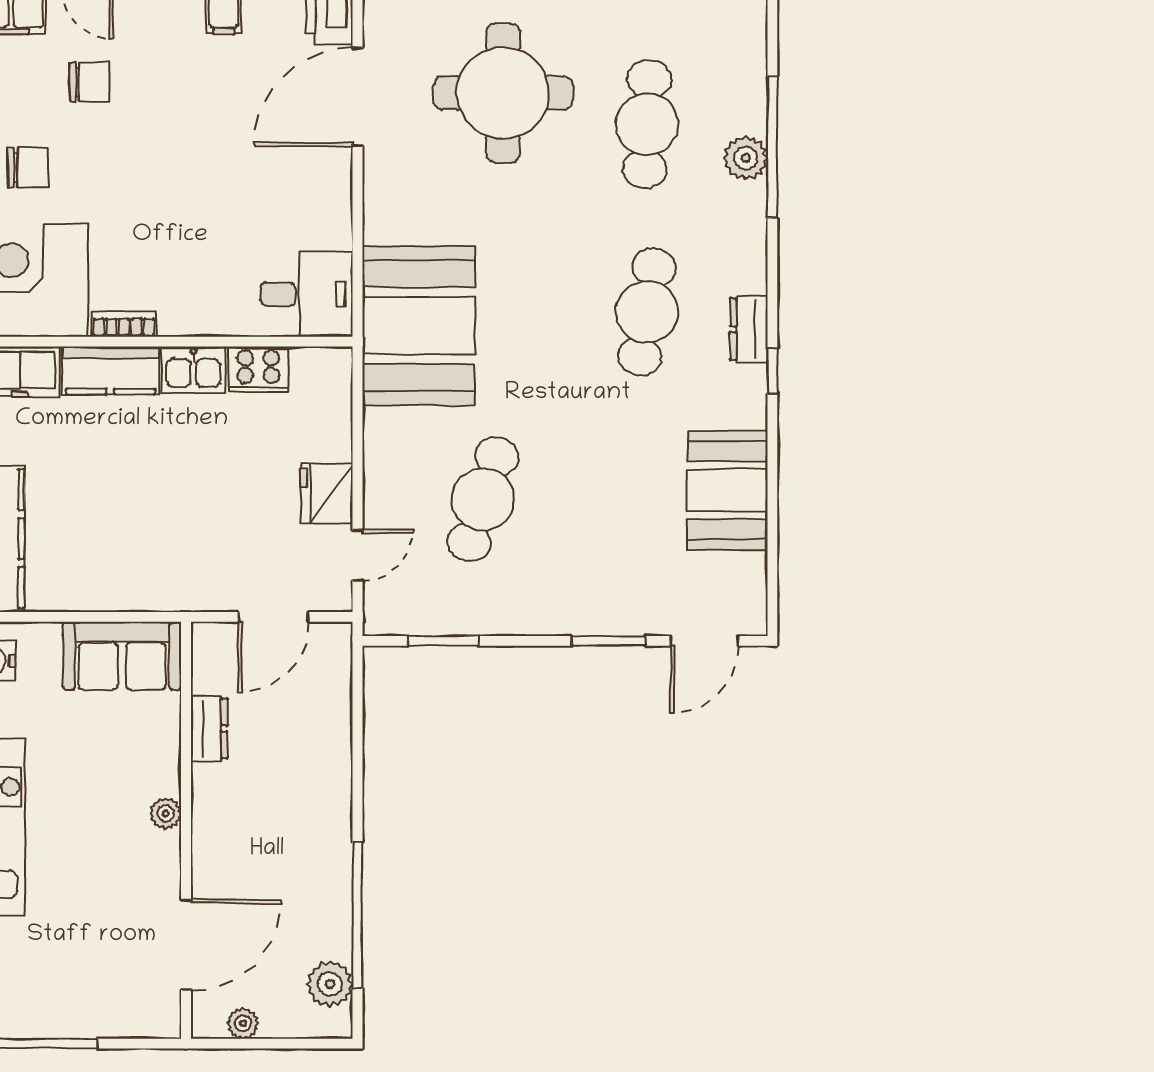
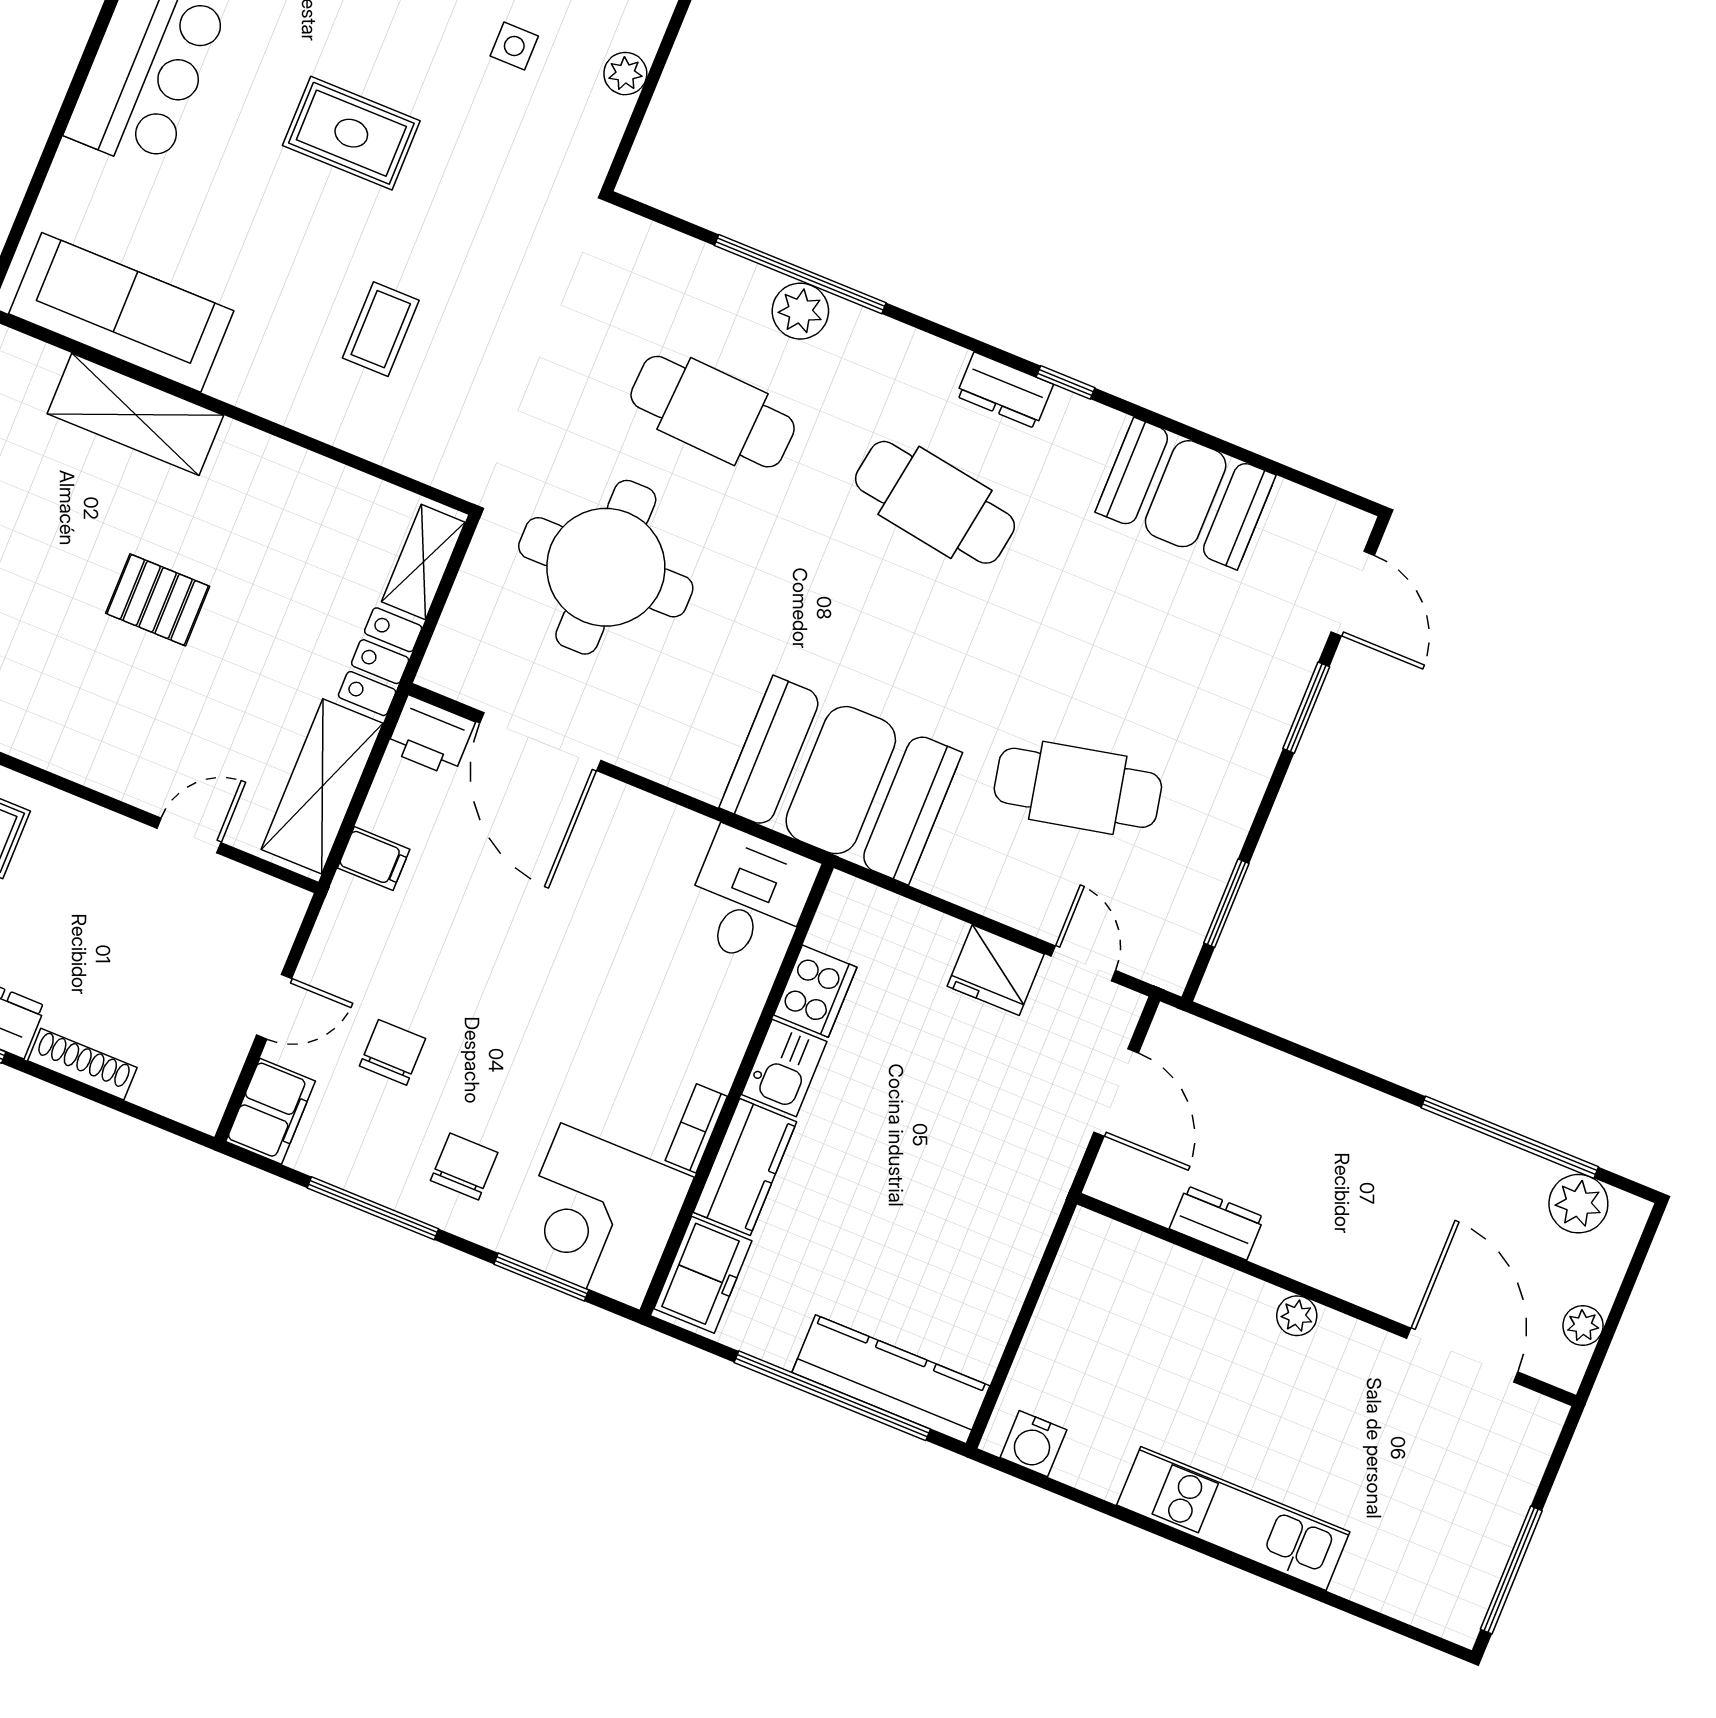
cafe table: (483, 499) -> (1078, 788), turned -30
sofa: (122, 656) -> (1089, 1291), removed

